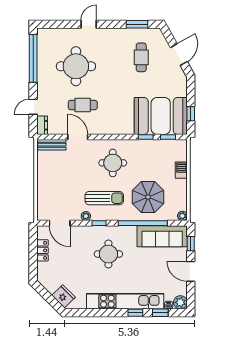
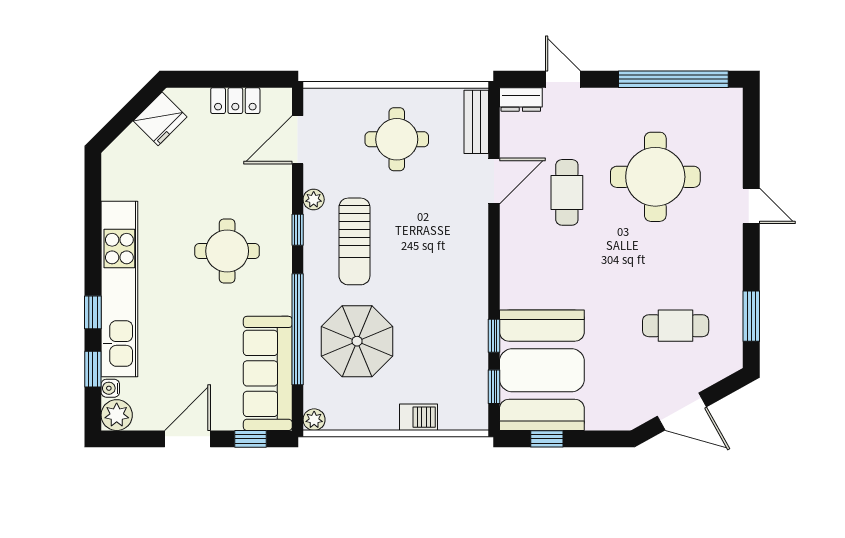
round table: (113, 163) -> (397, 139), moved
fridge: (63, 296) -> (160, 119), moved

